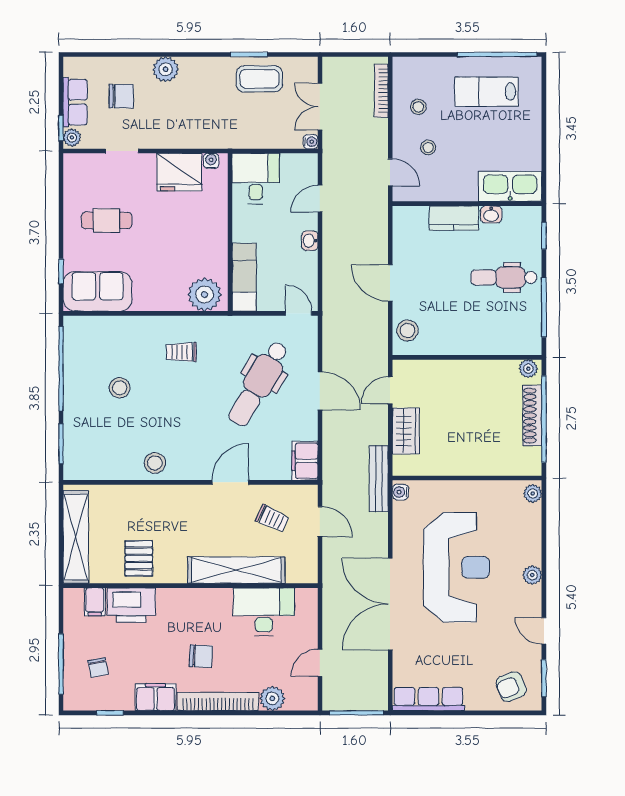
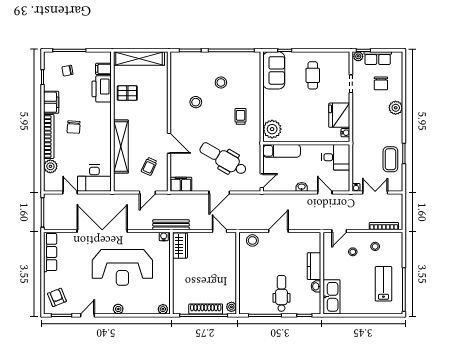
wardrobe: (406, 431) -> (180, 246), moved, turned -90
stool: (155, 463) -> (196, 102), moved
desk: (264, 612) -> (94, 178), moved, turned 90

